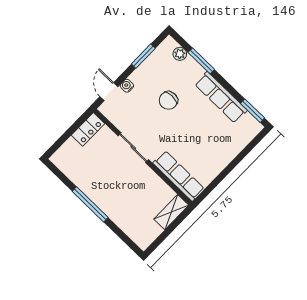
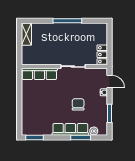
row of seats: (221, 97) -> (70, 129), moved
shelving: (171, 212) -> (26, 34), moved

